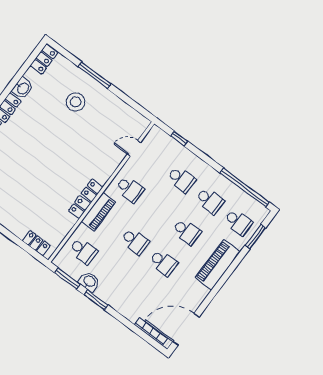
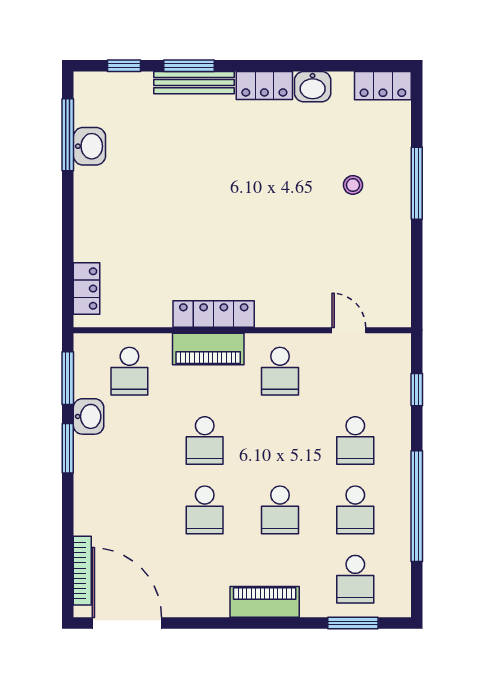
stool: (76, 102) -> (353, 185), width x0.53, depth x0.53
window: (245, 188) -> (417, 506), moved
piano: (218, 265) -> (265, 602), width x0.73, depth x0.75

